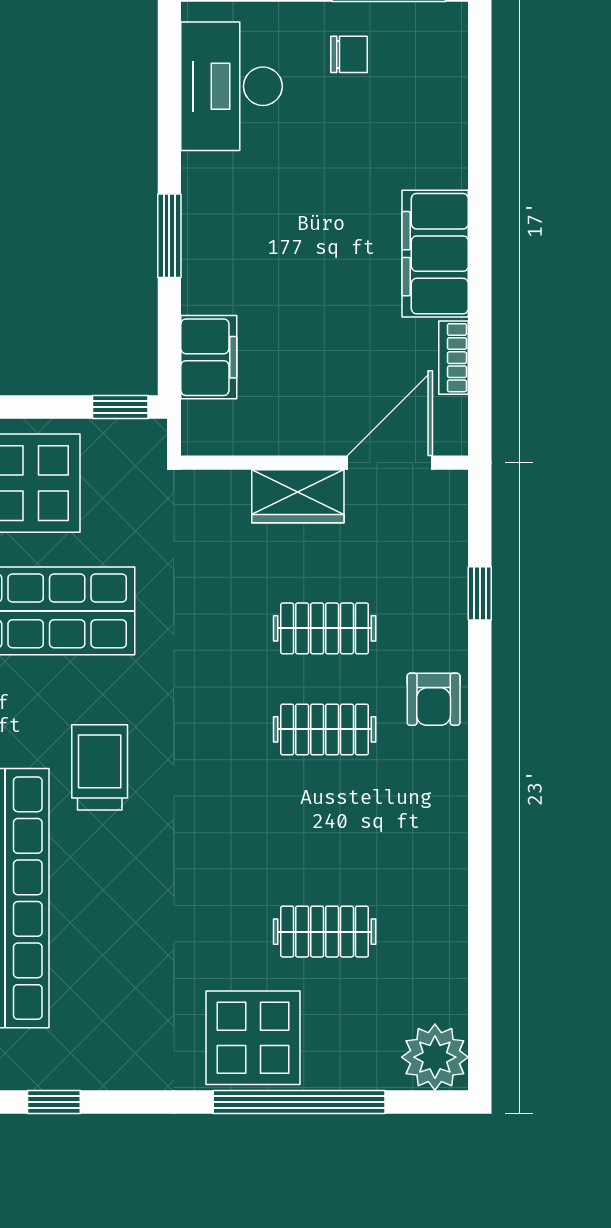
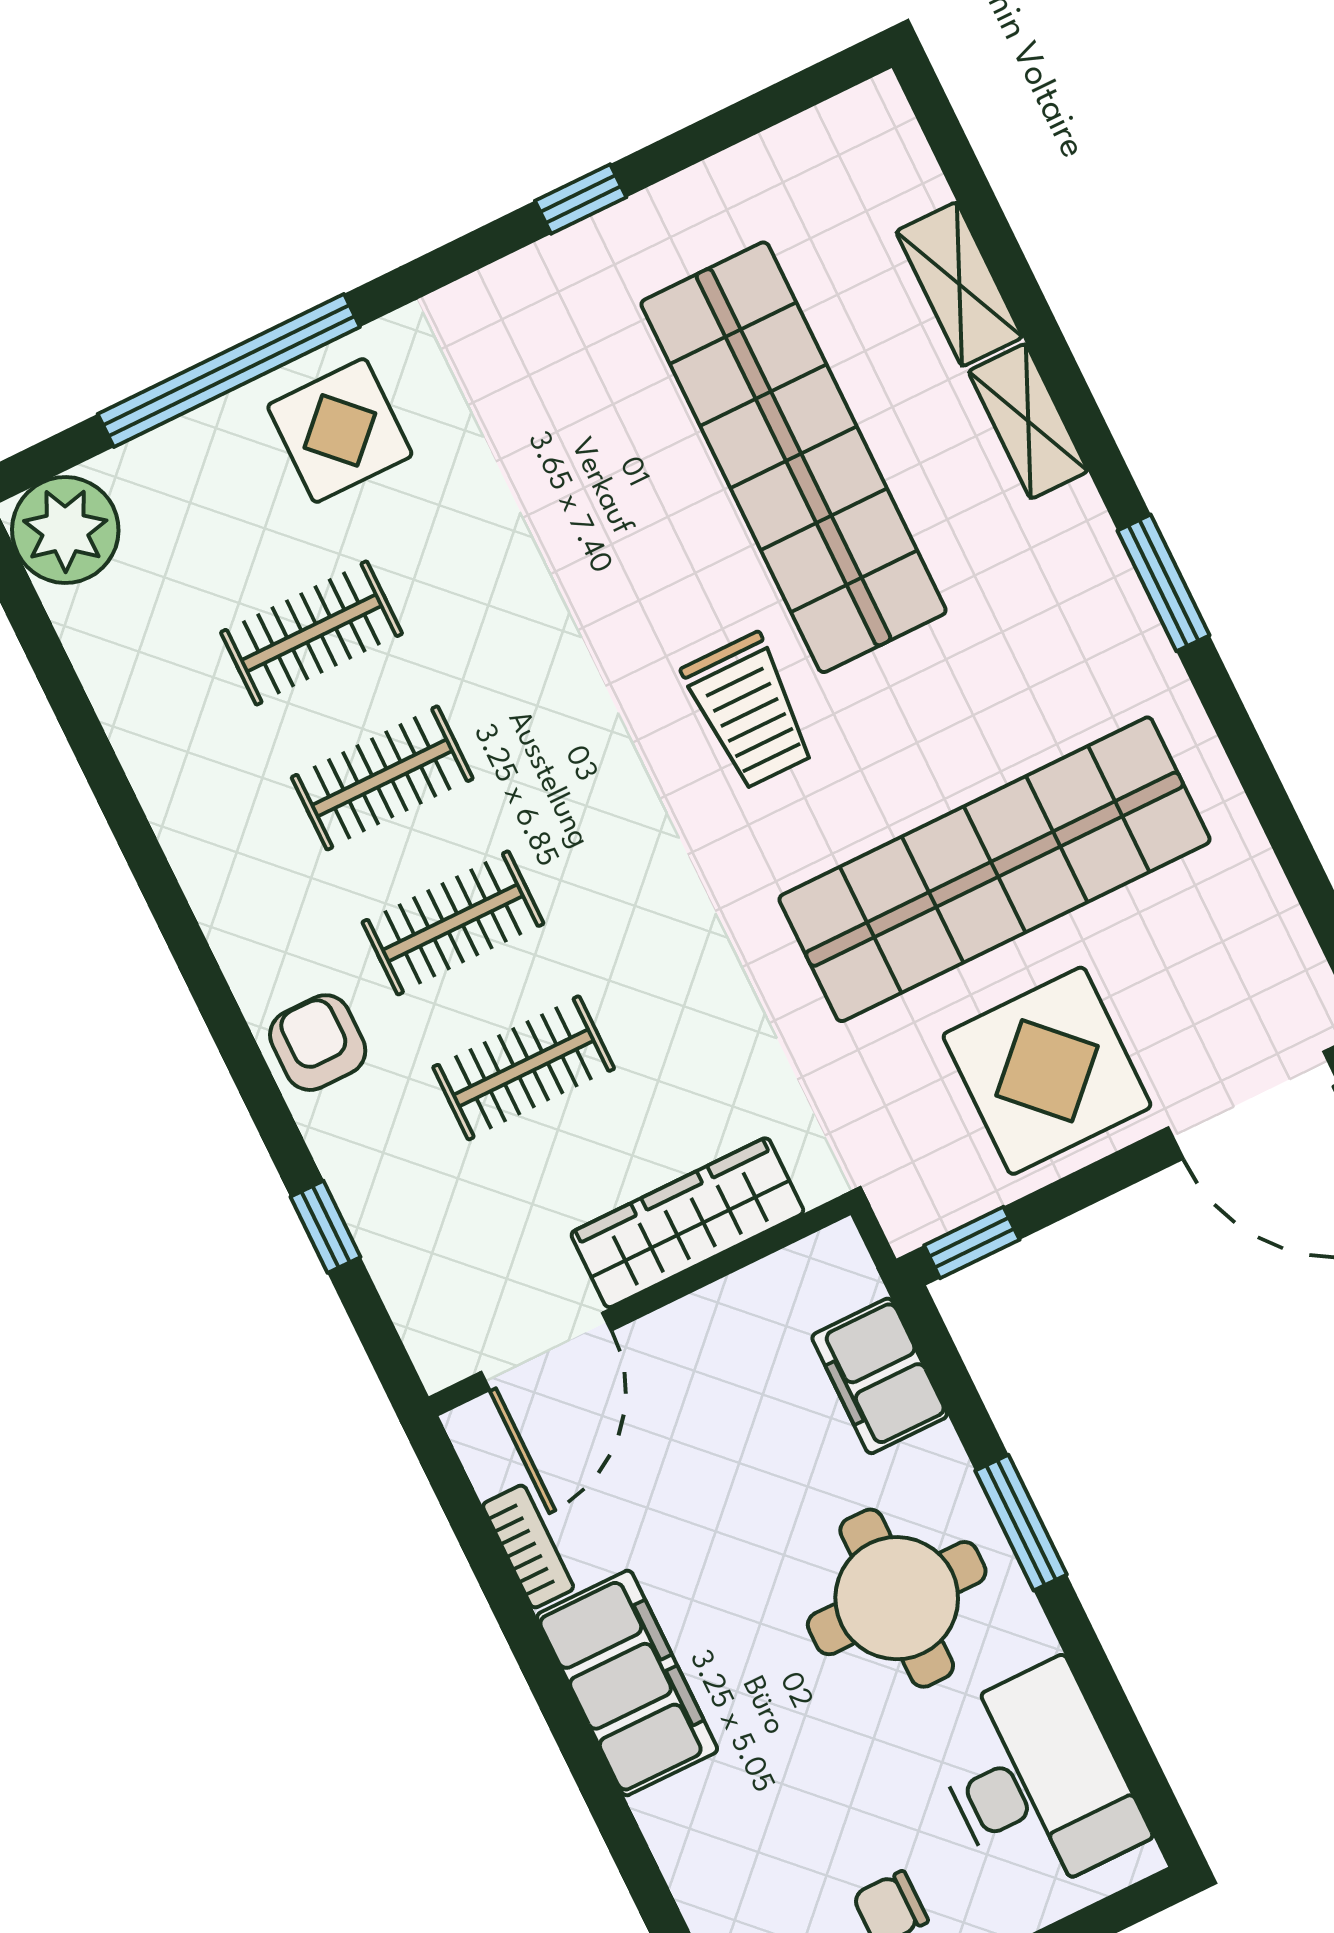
round table: (260, 227) -> (897, 1598), added
wardrobe: (298, 496) -> (687, 1223), width x1.50
clothes rail: (325, 831) -> (382, 778), added
display table: (253, 1038) -> (340, 430), width x0.73, depth x0.73

